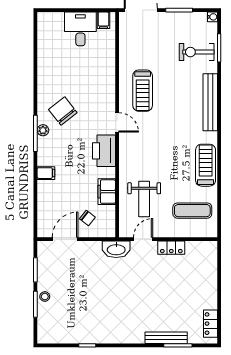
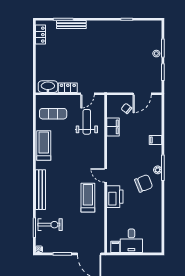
chair: (63, 111) -> (144, 183), turned -74
printer: (104, 151) -> (115, 197), moved
treadmill: (206, 165) -> (44, 145), turned 180
washbasin: (116, 249) -> (48, 87), moved

